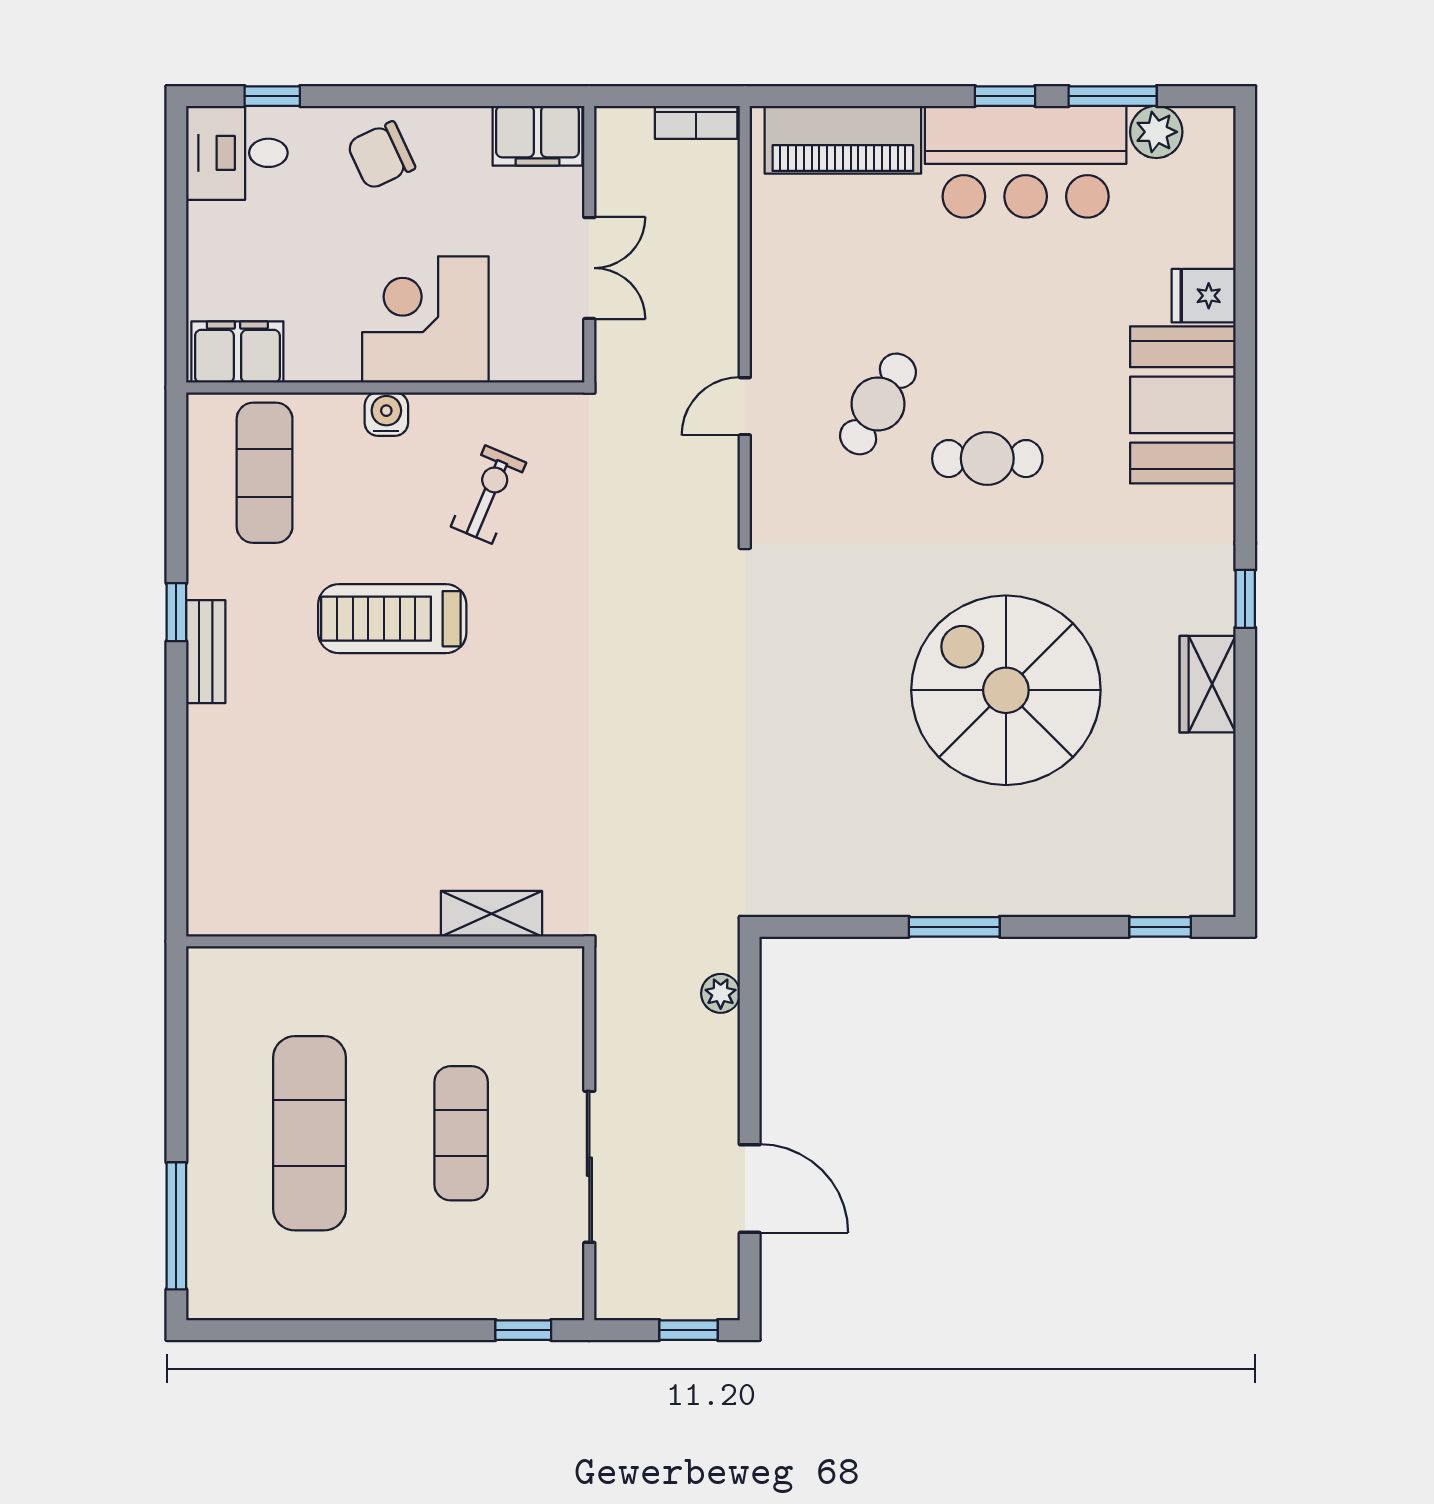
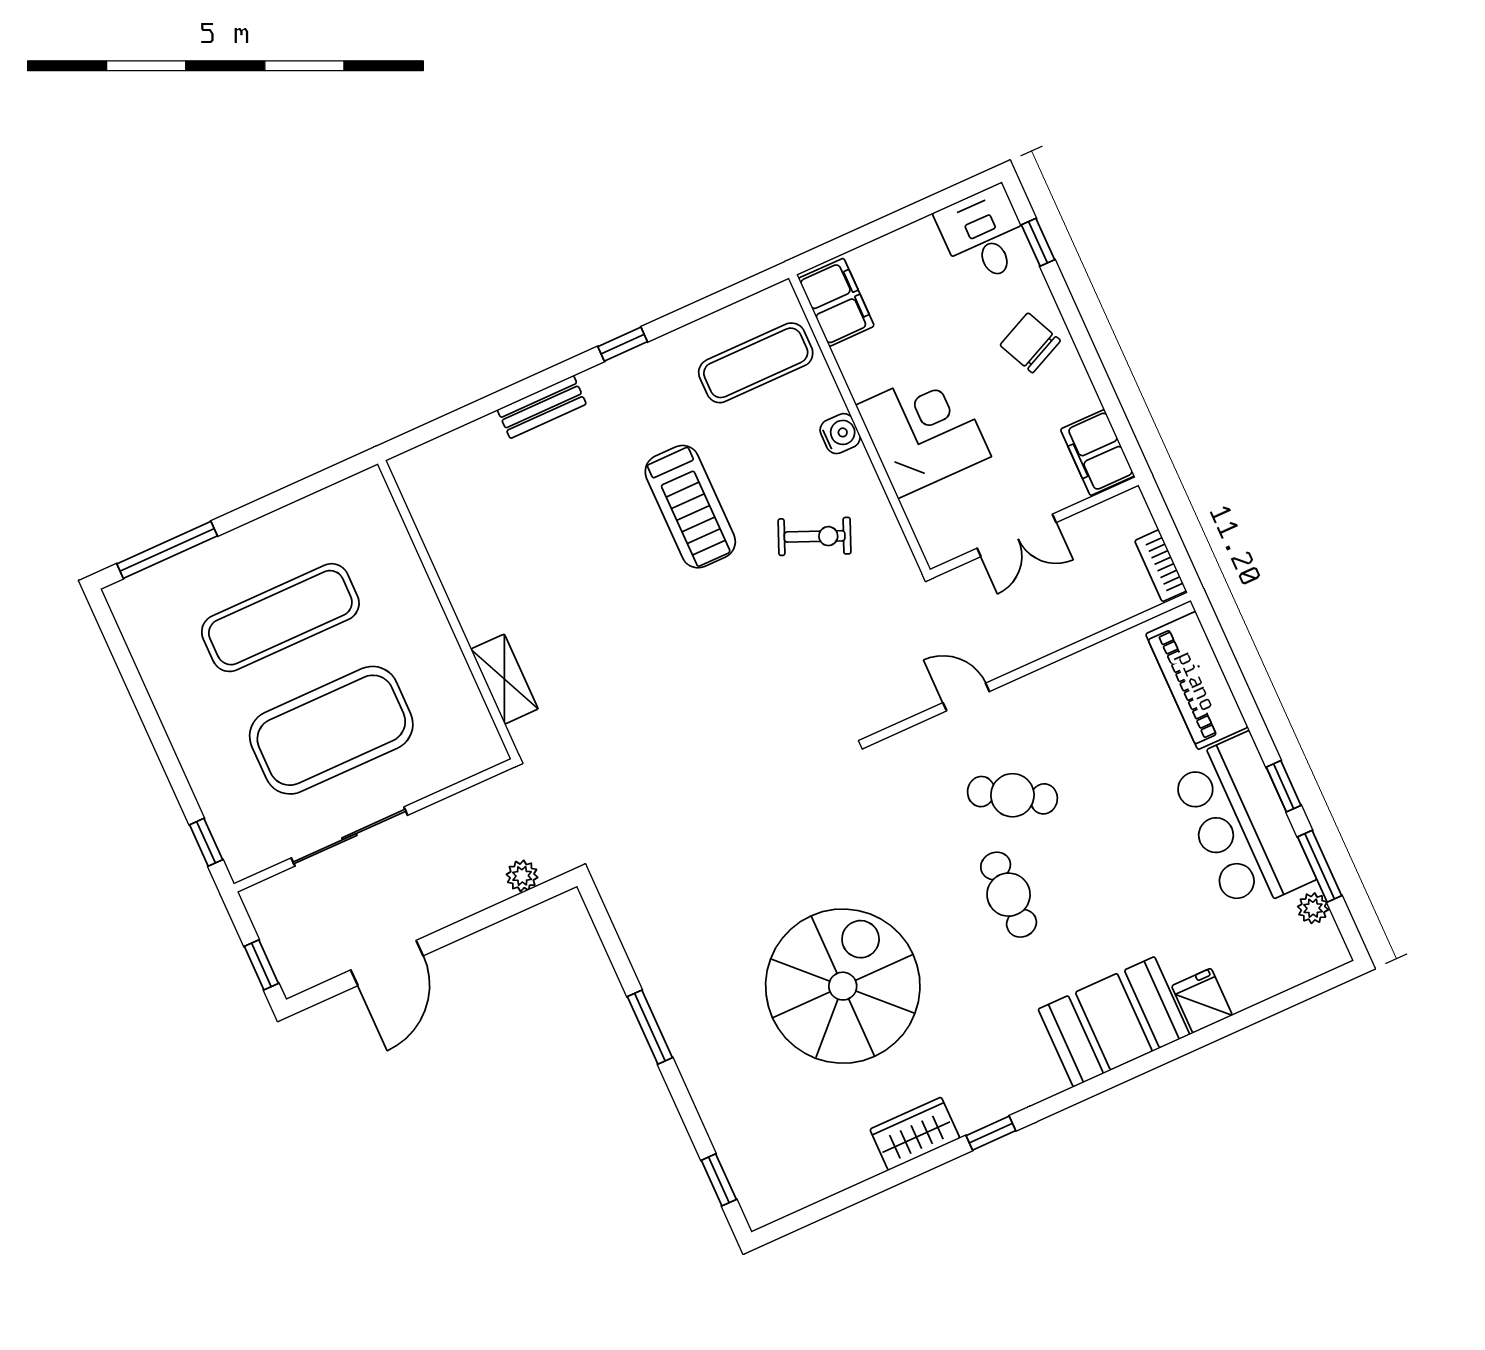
plant: (1156, 132) -> (1313, 908), width x0.73, depth x0.73
treadmill: (392, 619) -> (690, 507), turned 180
bench: (206, 652) -> (542, 407), moved
exercise mat: (461, 1133) -> (331, 730), width x2.00, depth x1.45

